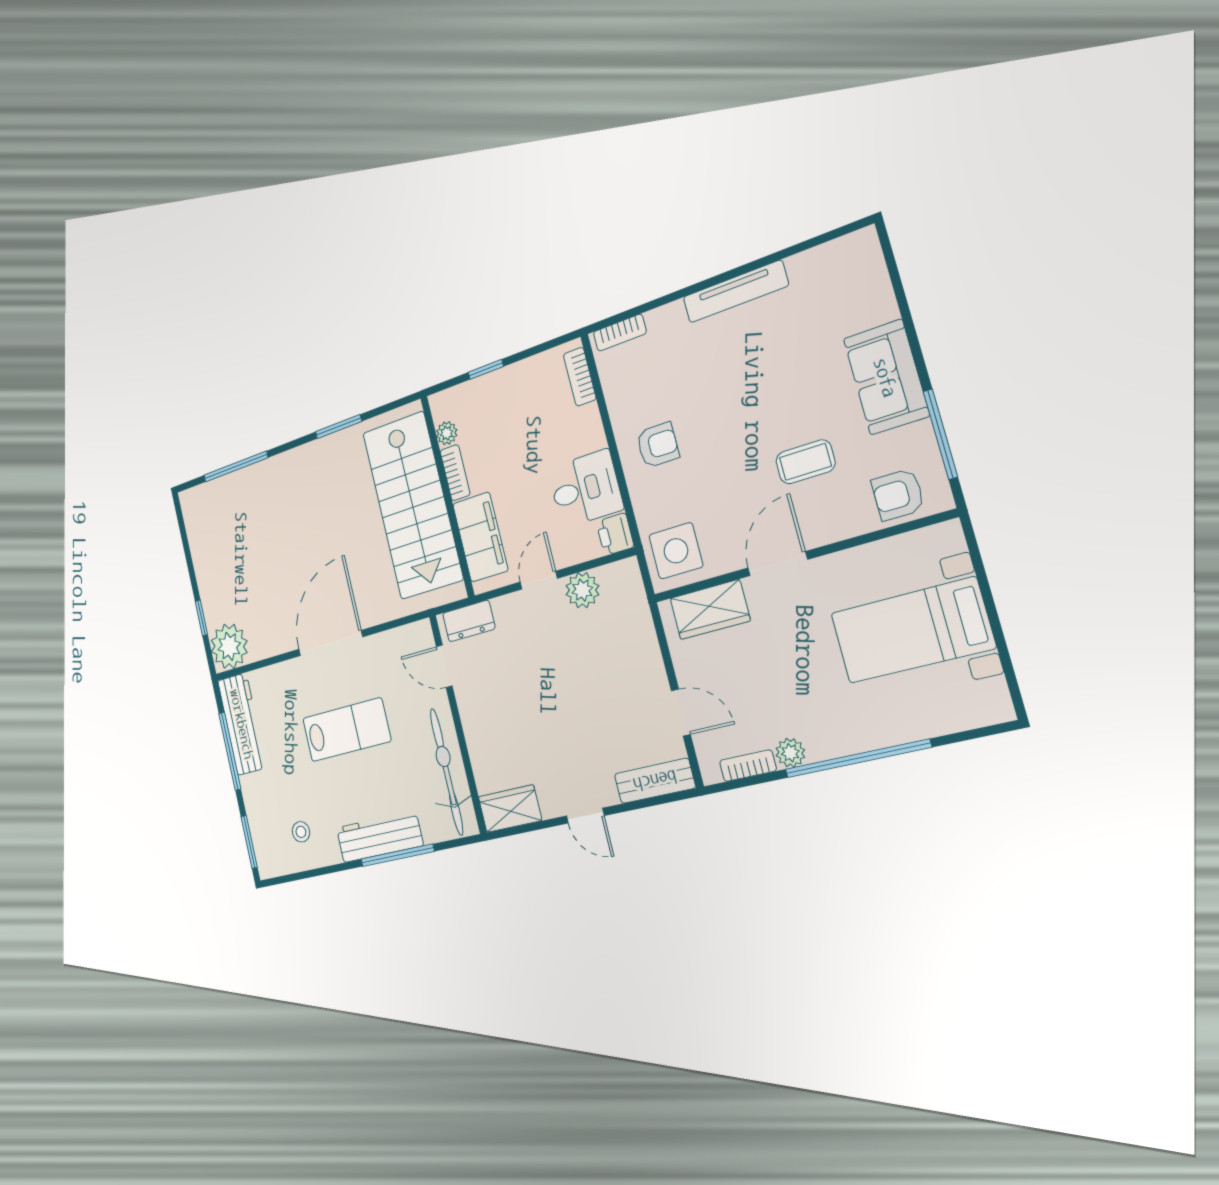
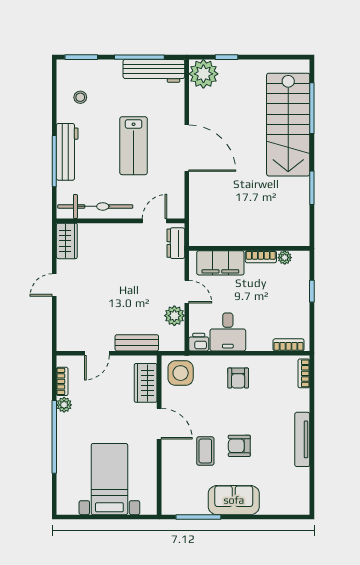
armchair: (898, 495) -> (239, 446), moved, turned -90
stairs: (412, 505) -> (288, 125), moved, turned -90
bench: (655, 781) -> (137, 343), moved, turned 90

